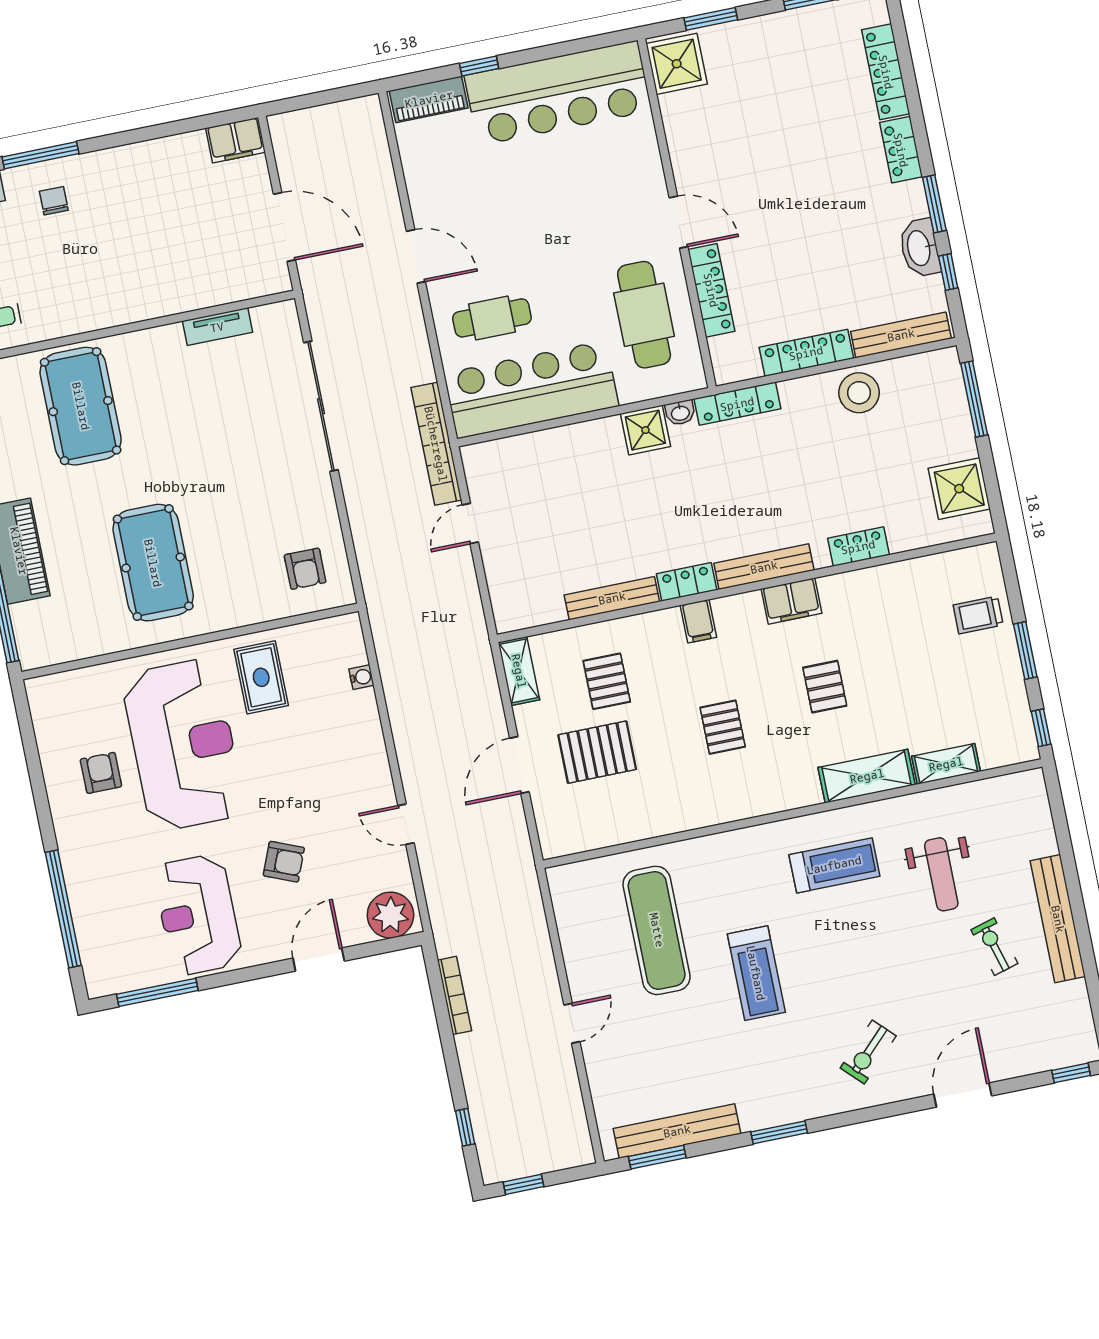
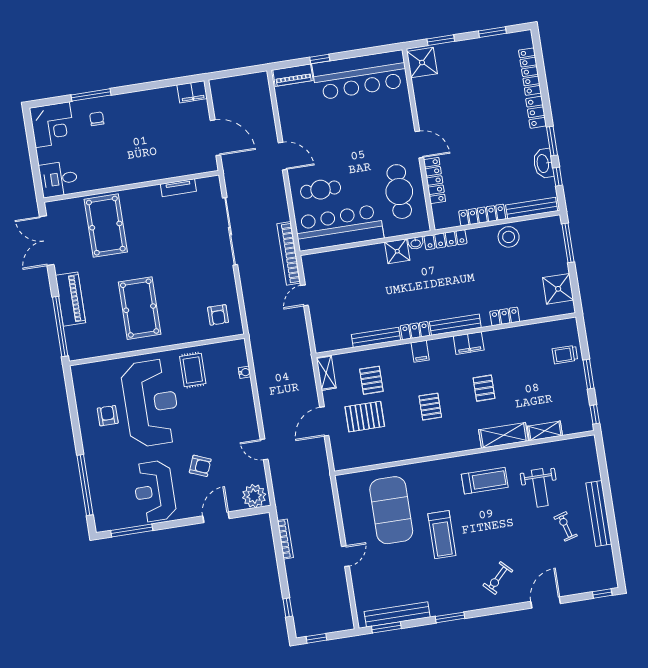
exercise mat: (657, 930) -> (391, 510), width x1.47

